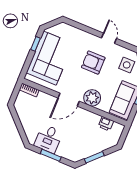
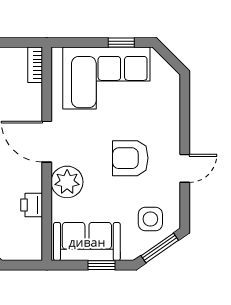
armchair: (93, 63) -> (130, 158), turned -90
printer: (106, 124) -> (32, 205), moved

